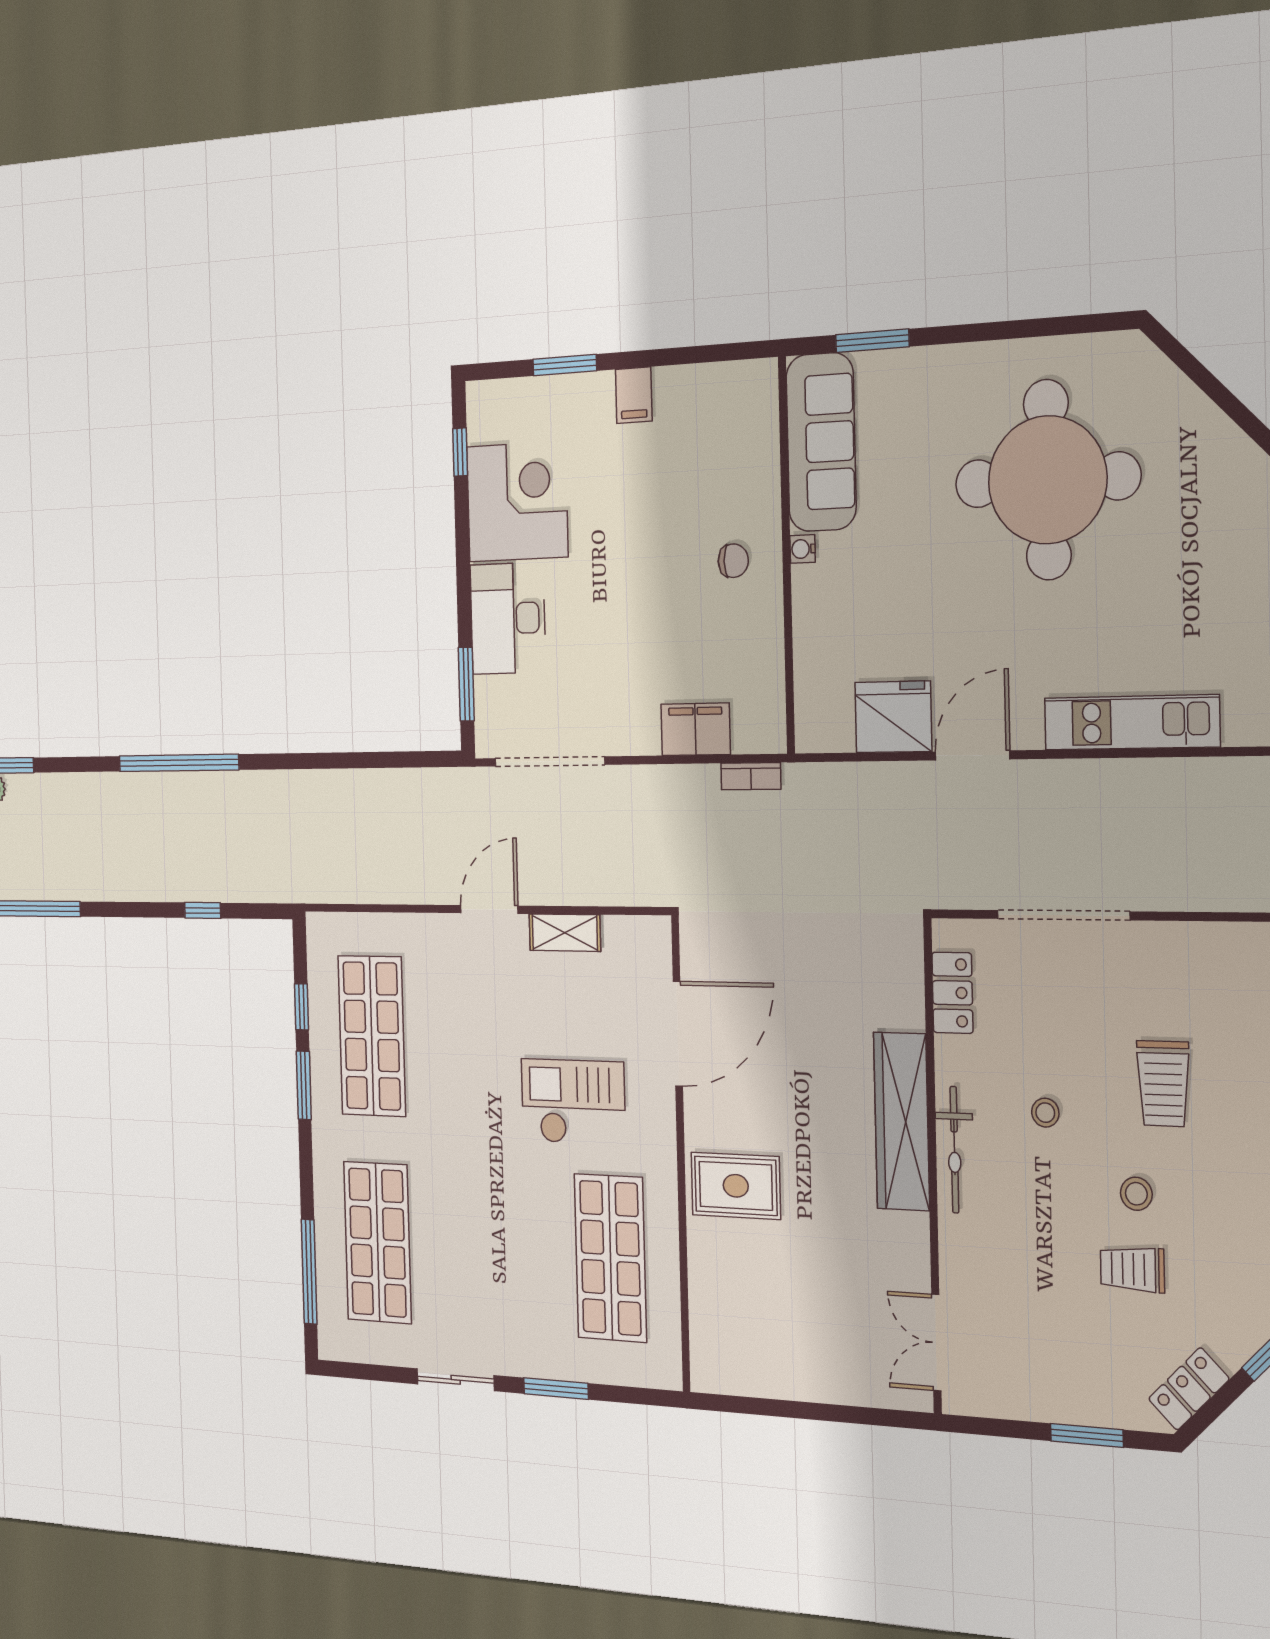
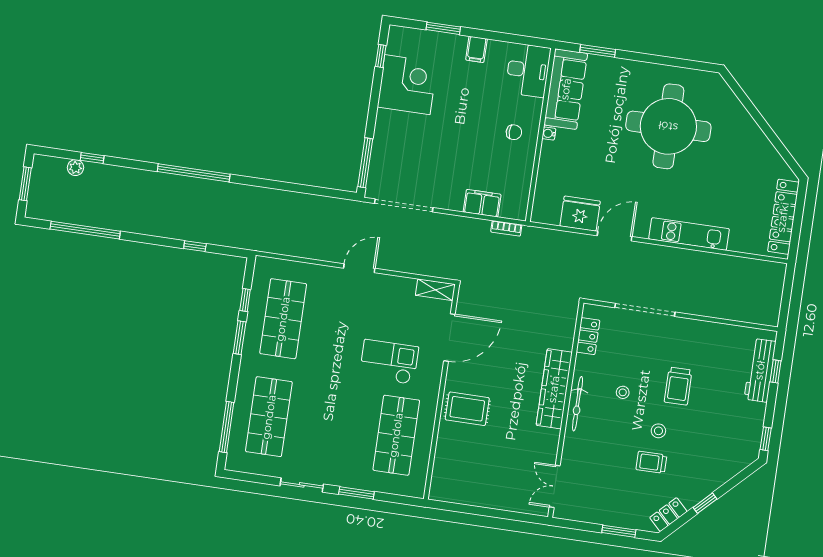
desk: (508, 618) -> (528, 70), moved, turned 180
window: (466, 684) -> (365, 163), width x1.44
shelving: (565, 933) -> (435, 290), moved

